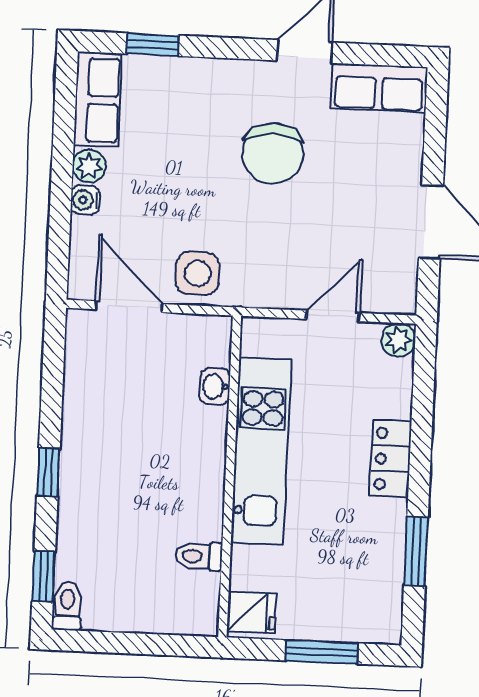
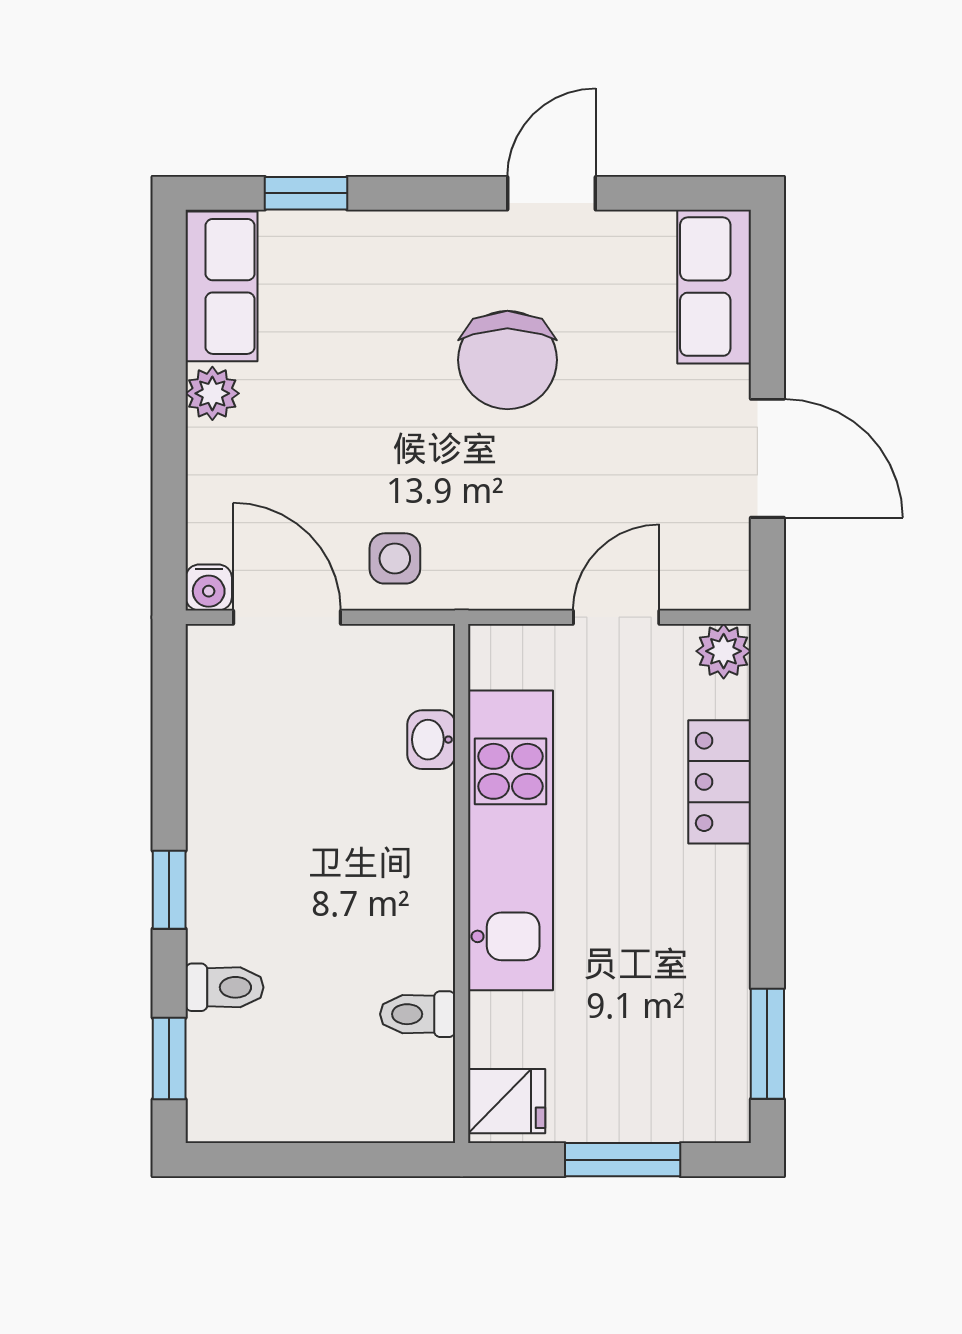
row of seats: (379, 88) -> (714, 287), moved, turned 90
water cooler: (85, 200) -> (209, 587), moved, turned -90
side table: (197, 273) -> (395, 558), width x0.73, depth x0.73
locker: (391, 459) -> (720, 782), moved
window: (416, 551) -> (767, 1044), moved
toilet: (67, 606) -> (225, 987), moved, turned 90

